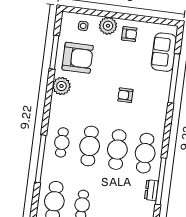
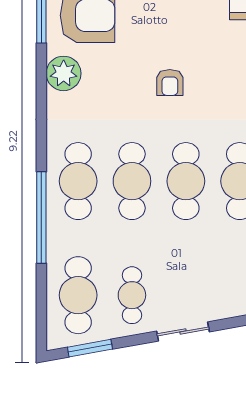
armchair: (125, 95) -> (170, 82), moved, turned -90
cafe table: (62, 142) -> (78, 181), width x1.37, depth x1.35

